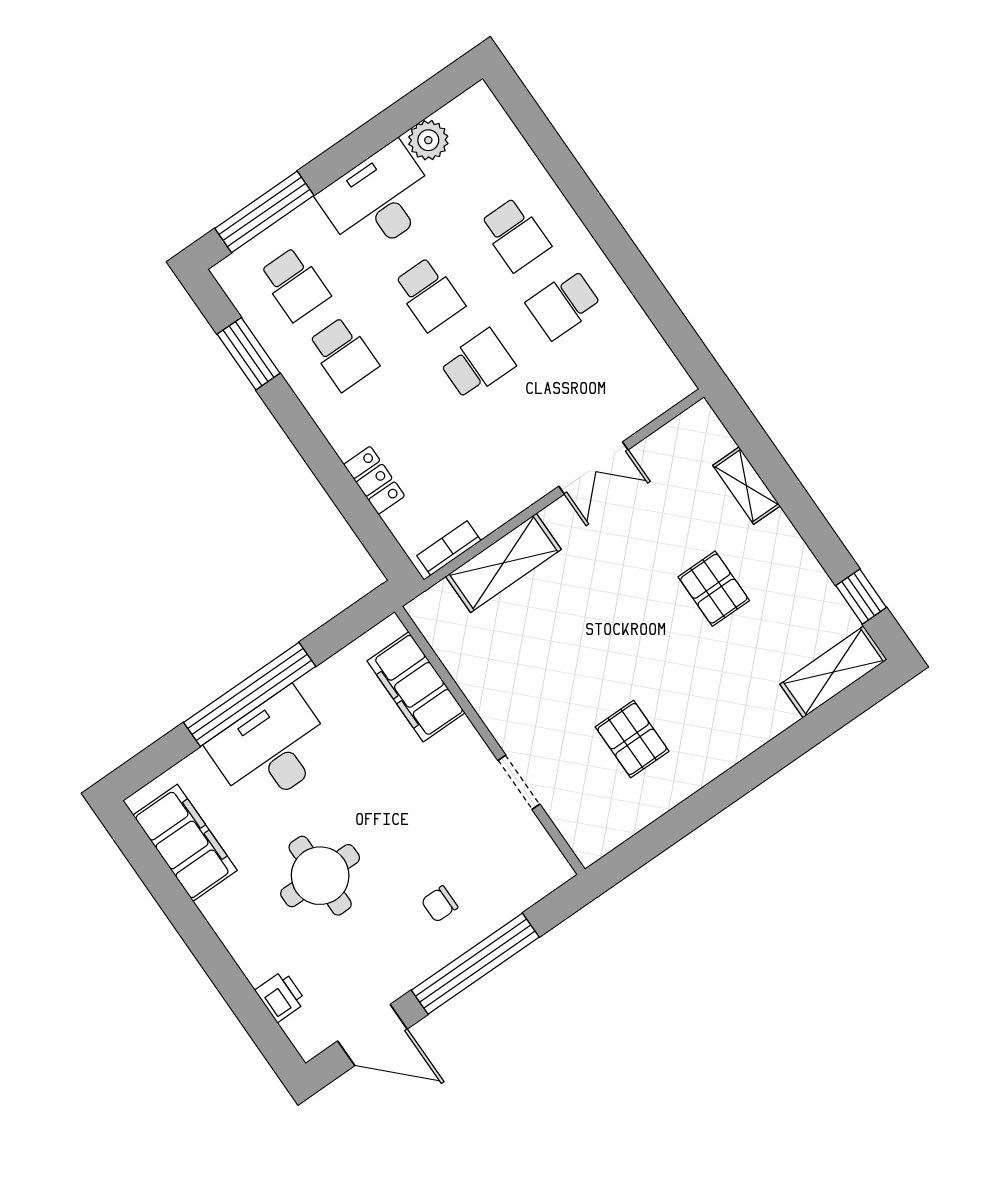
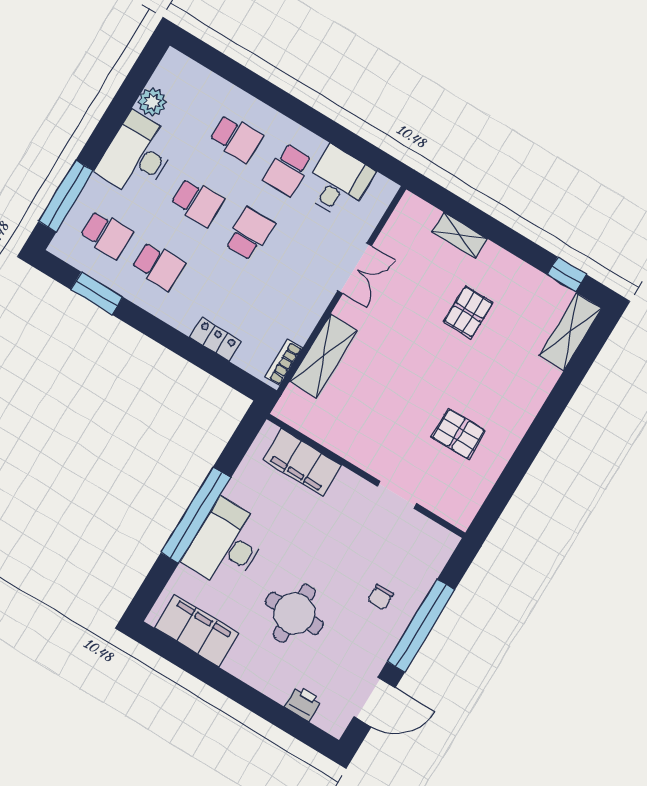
desk: (621, 349) -> (338, 182), added
pallet: (714, 589) -> (468, 312), turned 90

